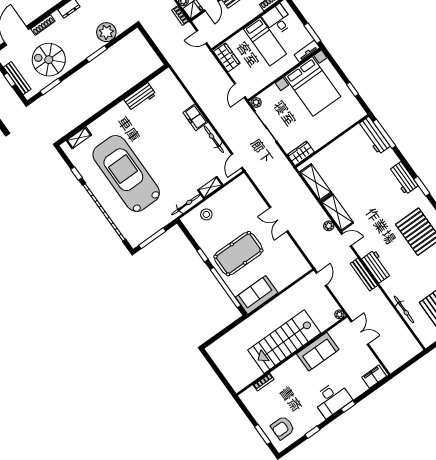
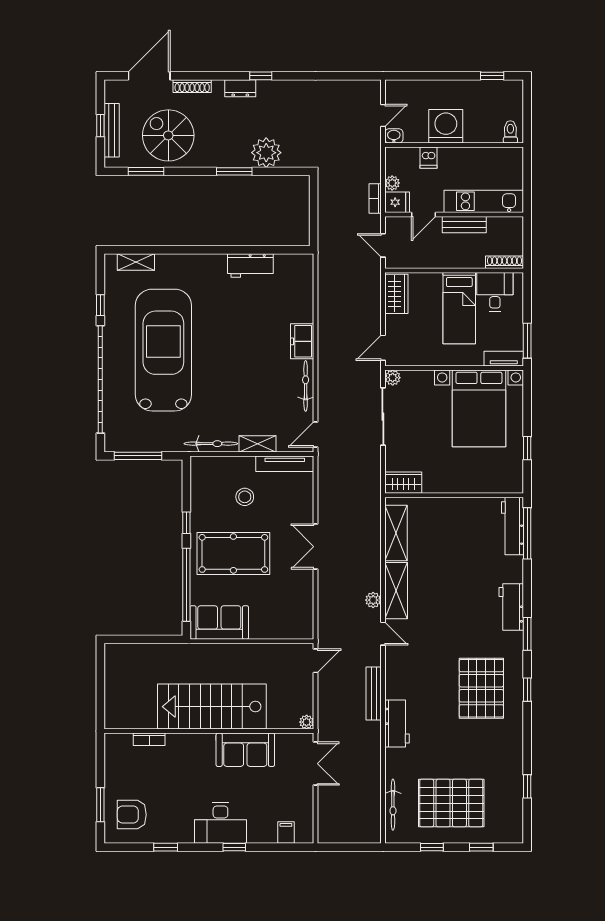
tv unit: (232, 188) -> (285, 464), added
stool: (206, 214) -> (245, 497), moved
workbench: (377, 267) -> (397, 723), moved
bicycle: (404, 309) -> (393, 805), moved
filing cabinet: (374, 377) -> (286, 833), width x0.50

